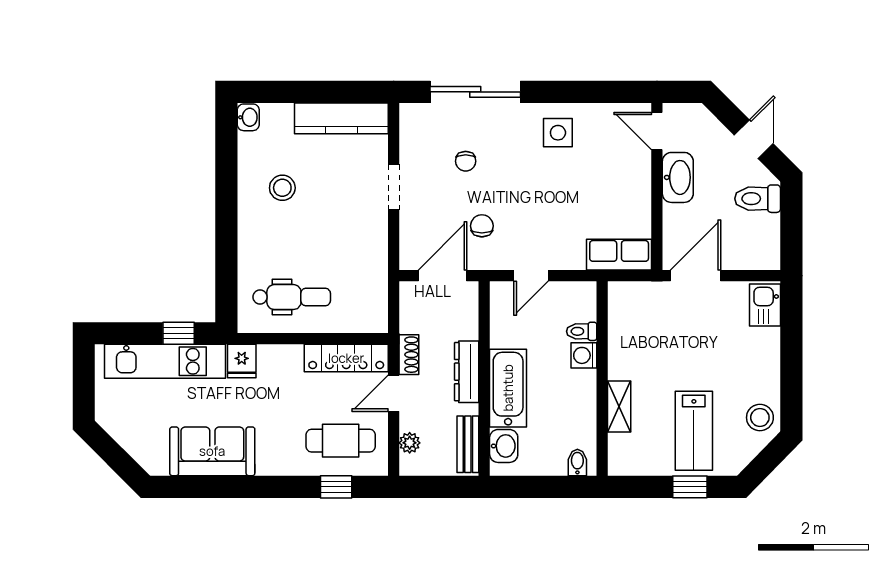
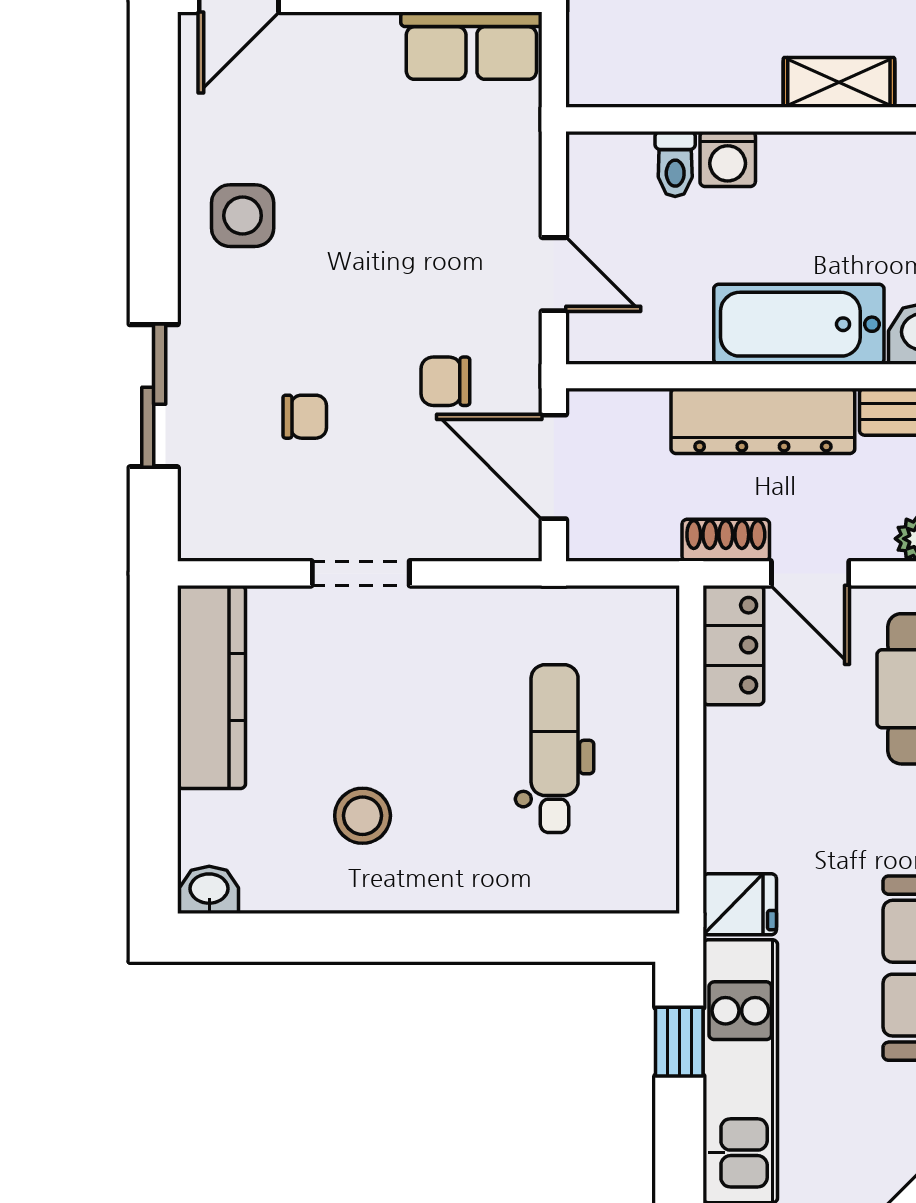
sliding door: (475, 92) -> (154, 396), width x0.73
row of seats: (619, 255) -> (471, 46), moved, turned -90
dental chair: (292, 297) -> (555, 749), moved
locker: (346, 358) -> (733, 645), width x0.66
dresser: (467, 372) -> (763, 421), width x1.37, depth x1.24

